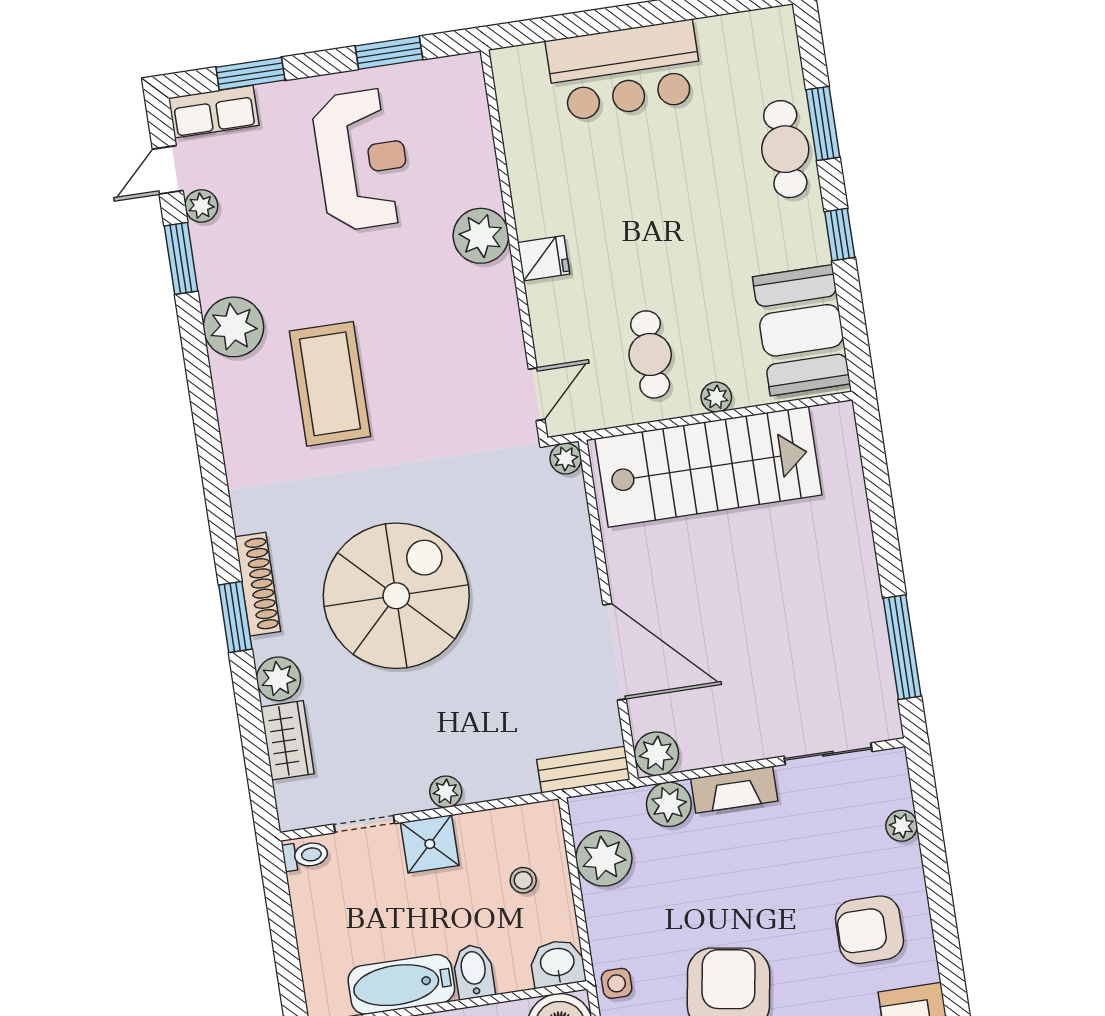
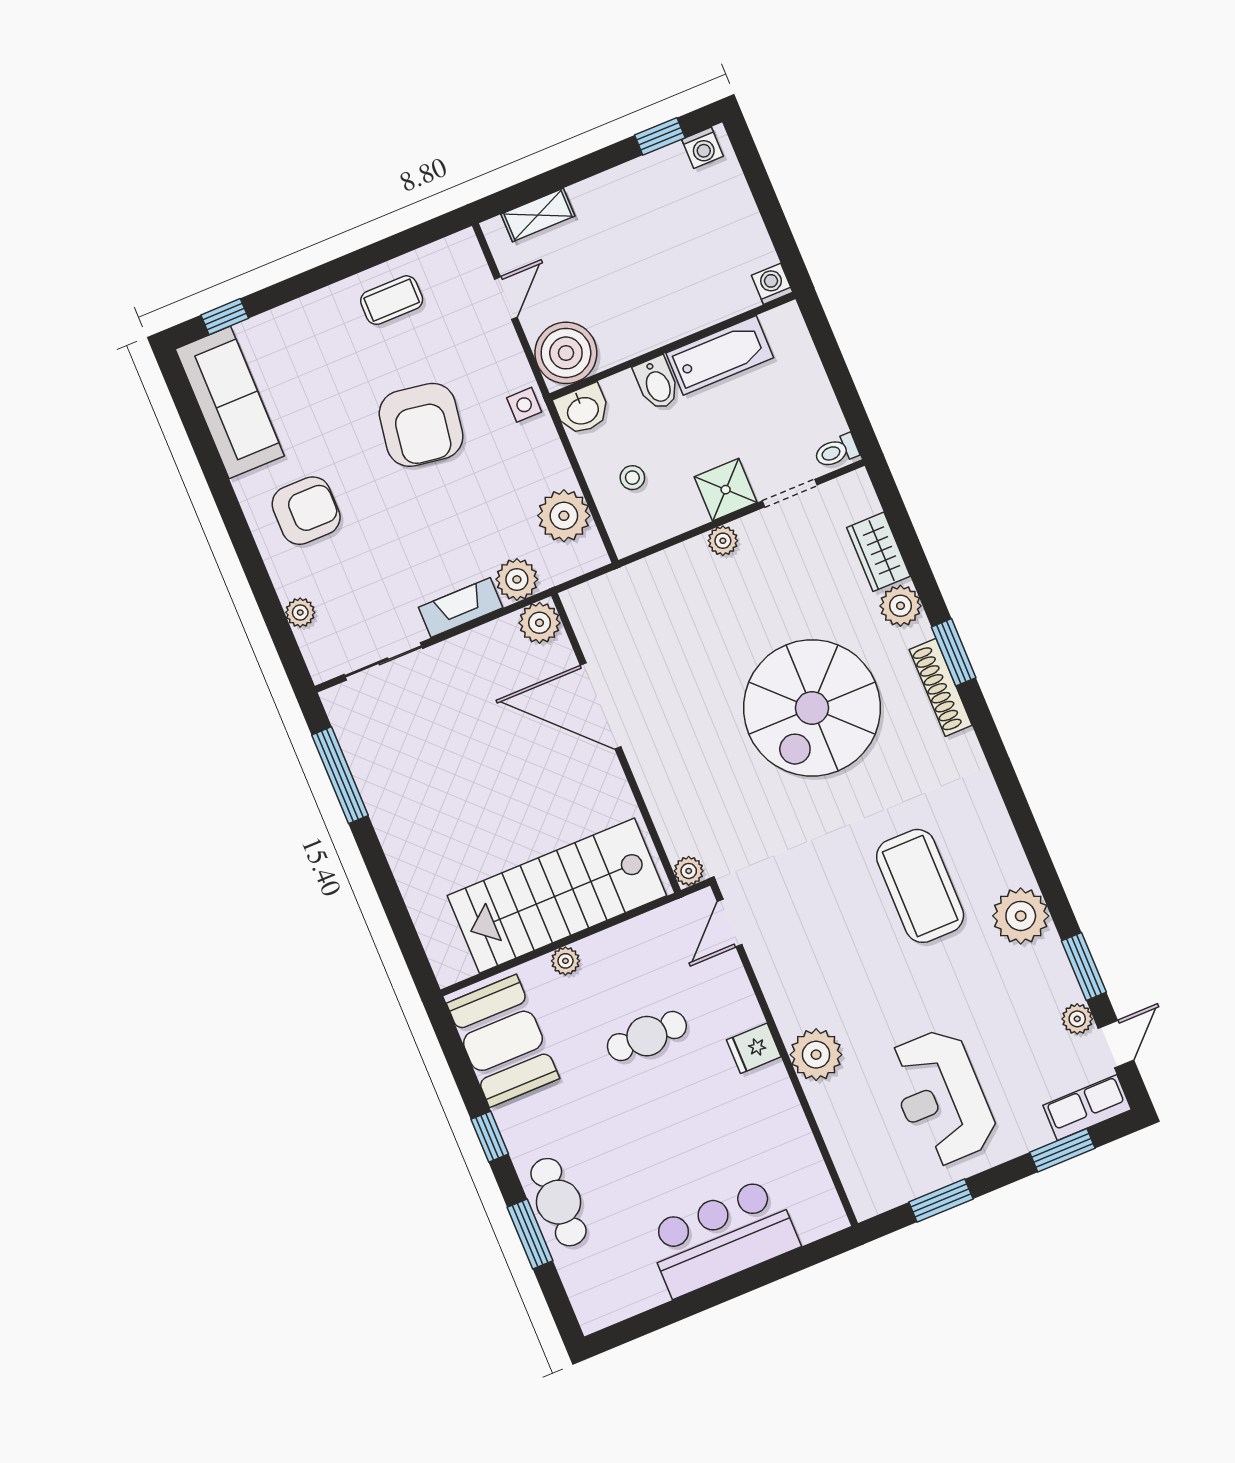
cafe table: (650, 354) -> (647, 1036), moved, turned 90
bench: (583, 770) -> (603, 592), removed

